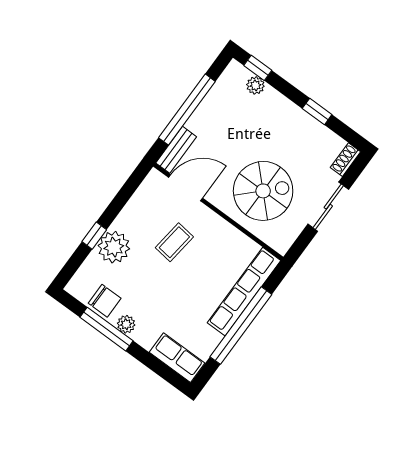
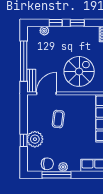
window: (258, 68) -> (56, 23), moved

